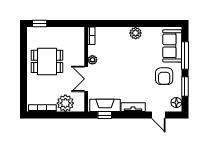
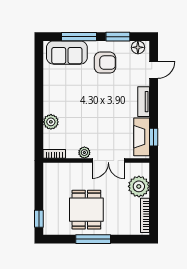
plant: (136, 33) -> (51, 122), moved
window: (23, 67) -> (93, 239), added

